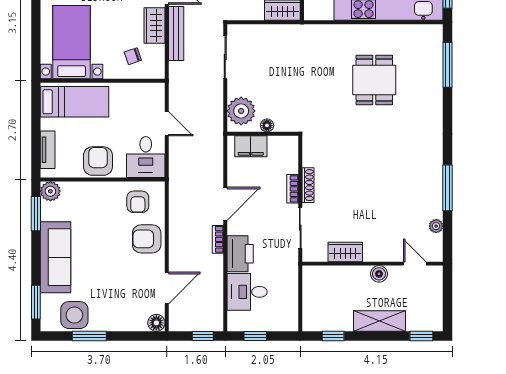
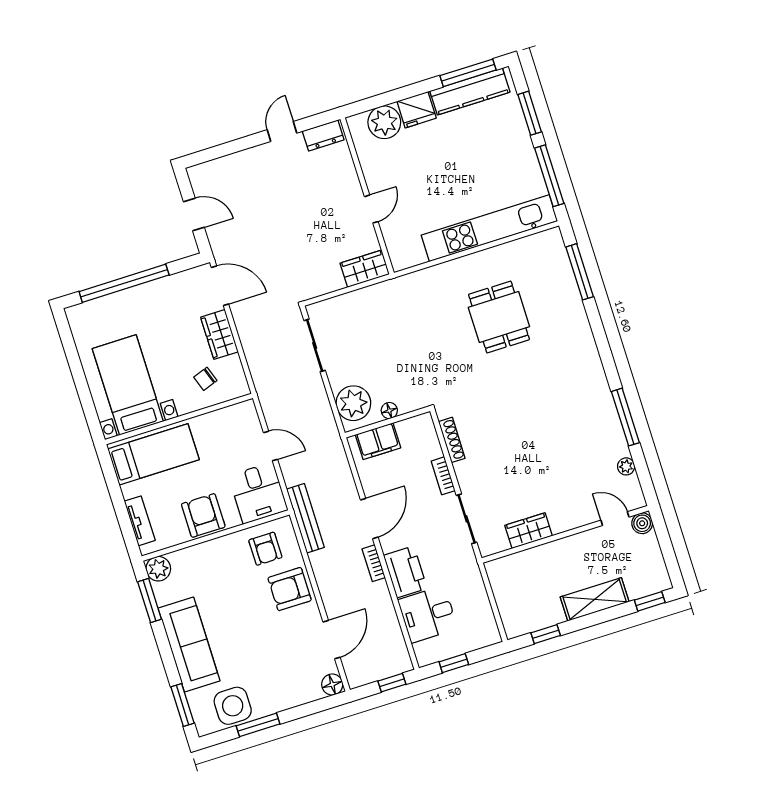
bench: (176, 34) -> (305, 518), moved
shoe rack: (308, 185) -> (452, 440), moved
boiler: (379, 274) -> (642, 523), moved

